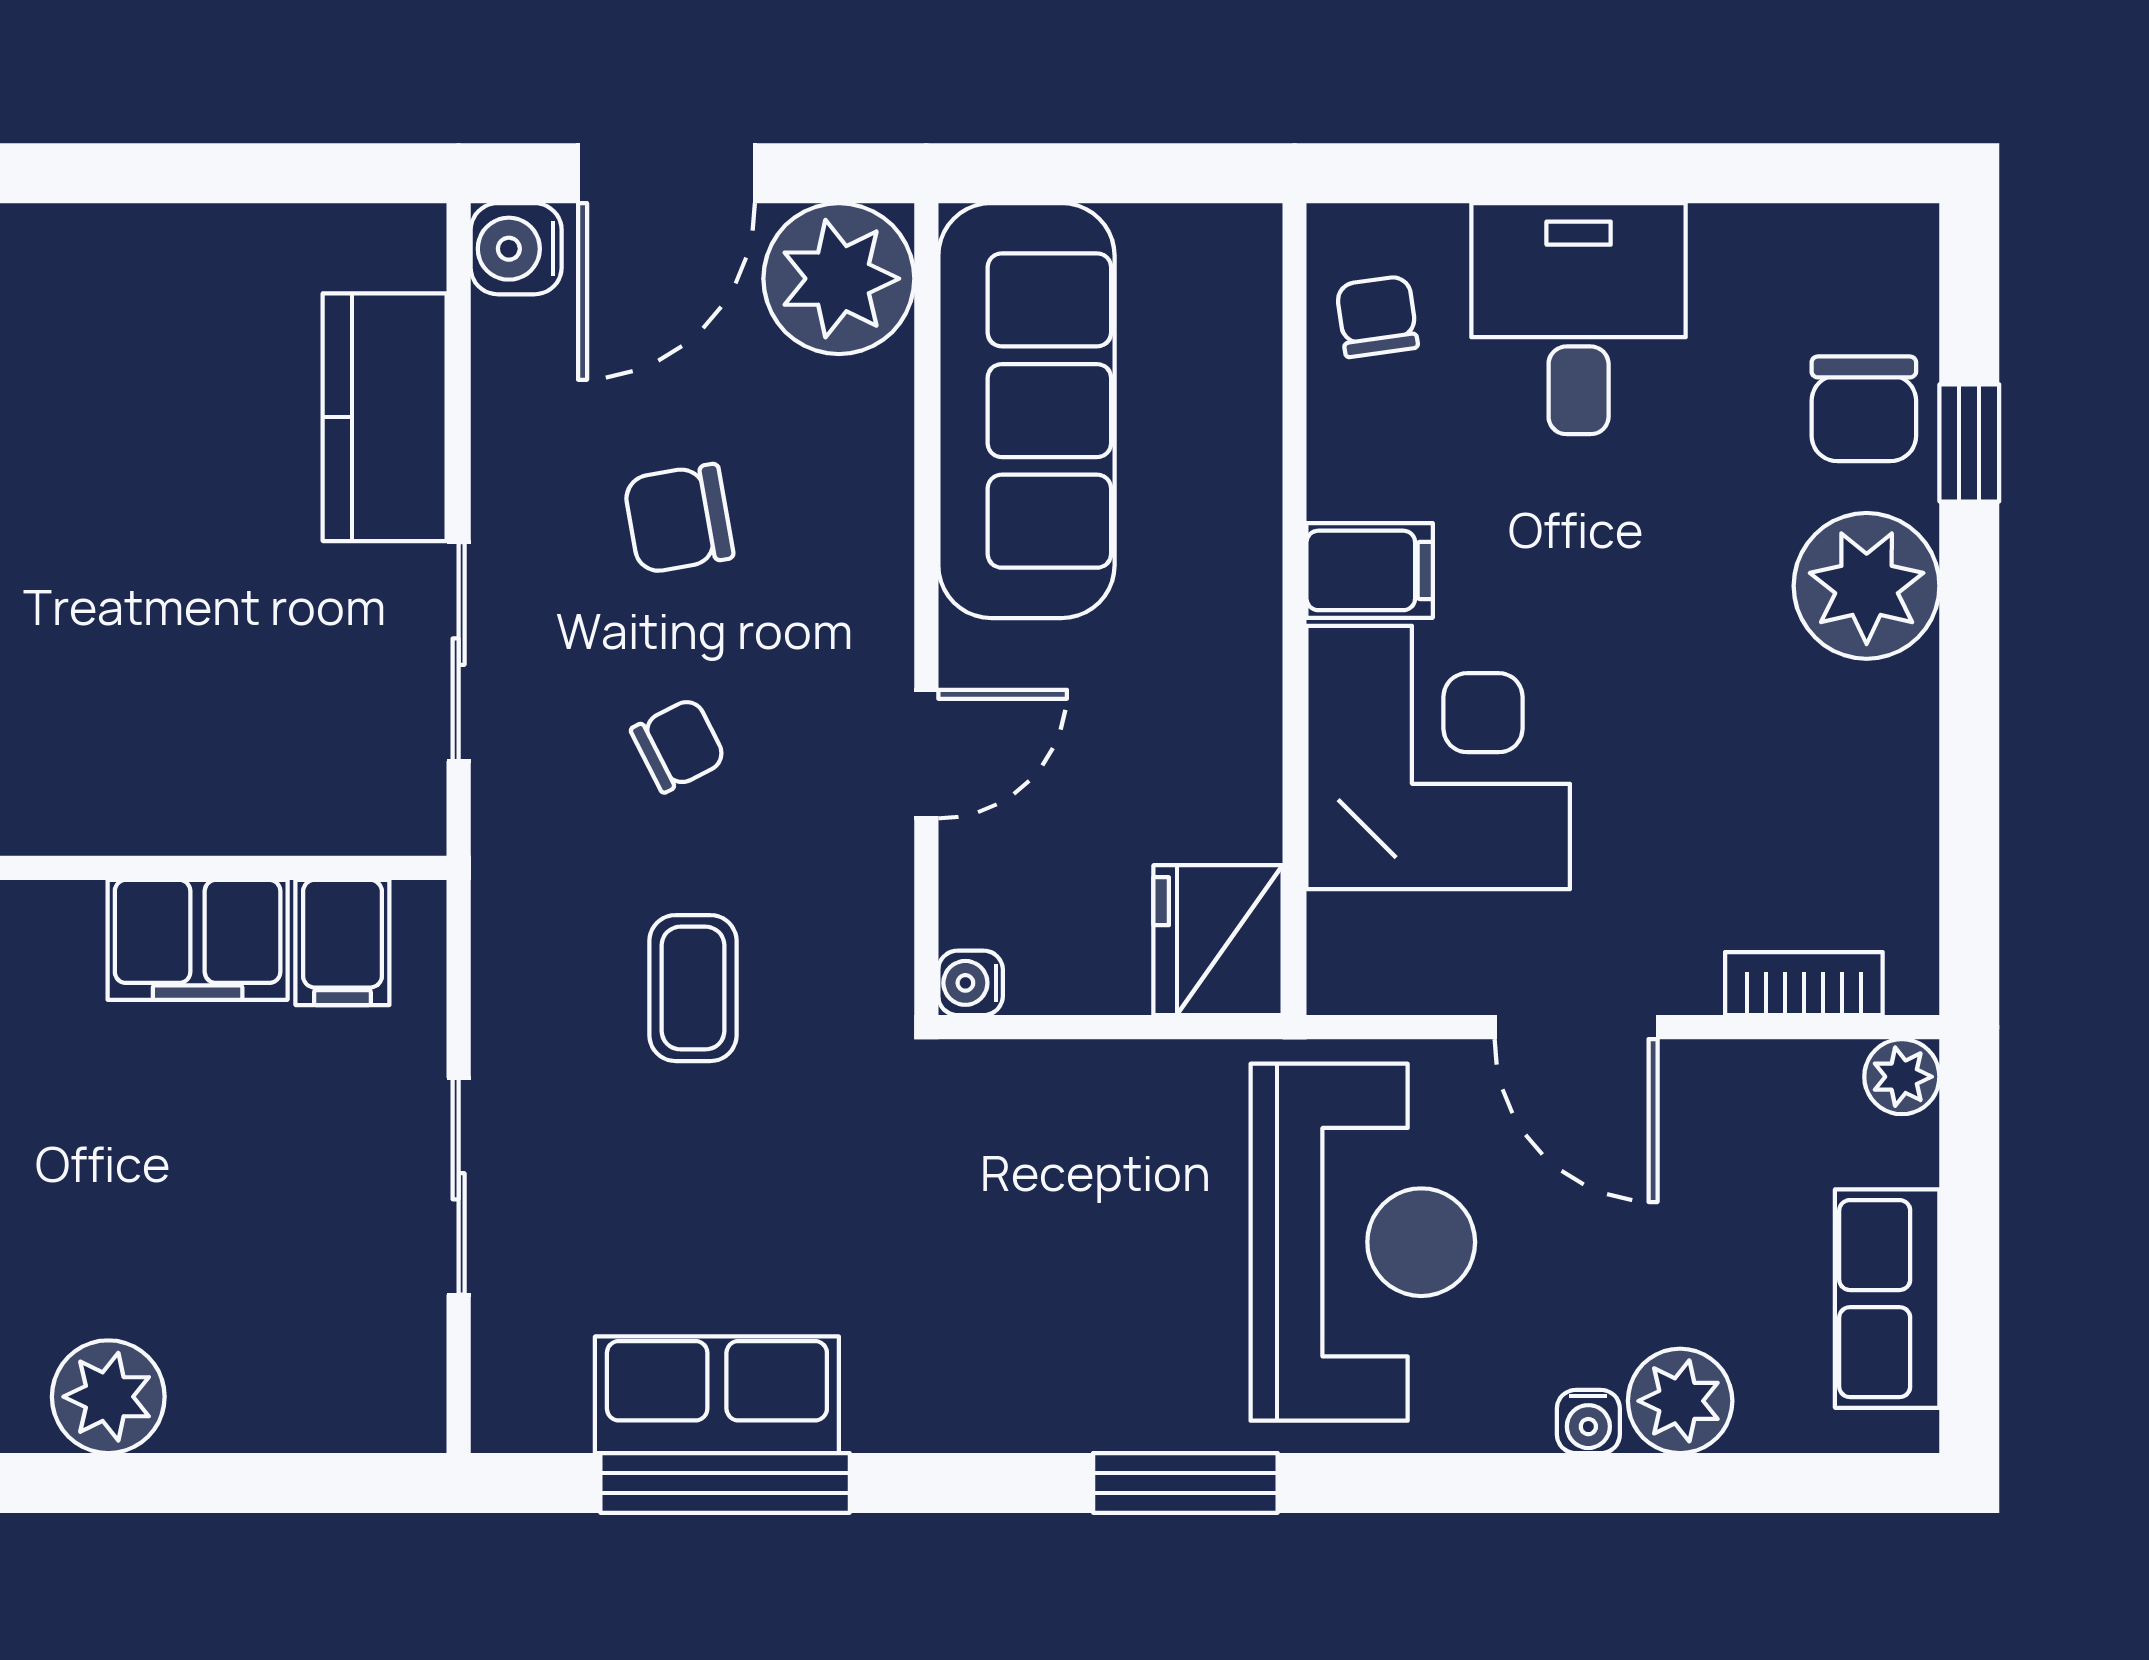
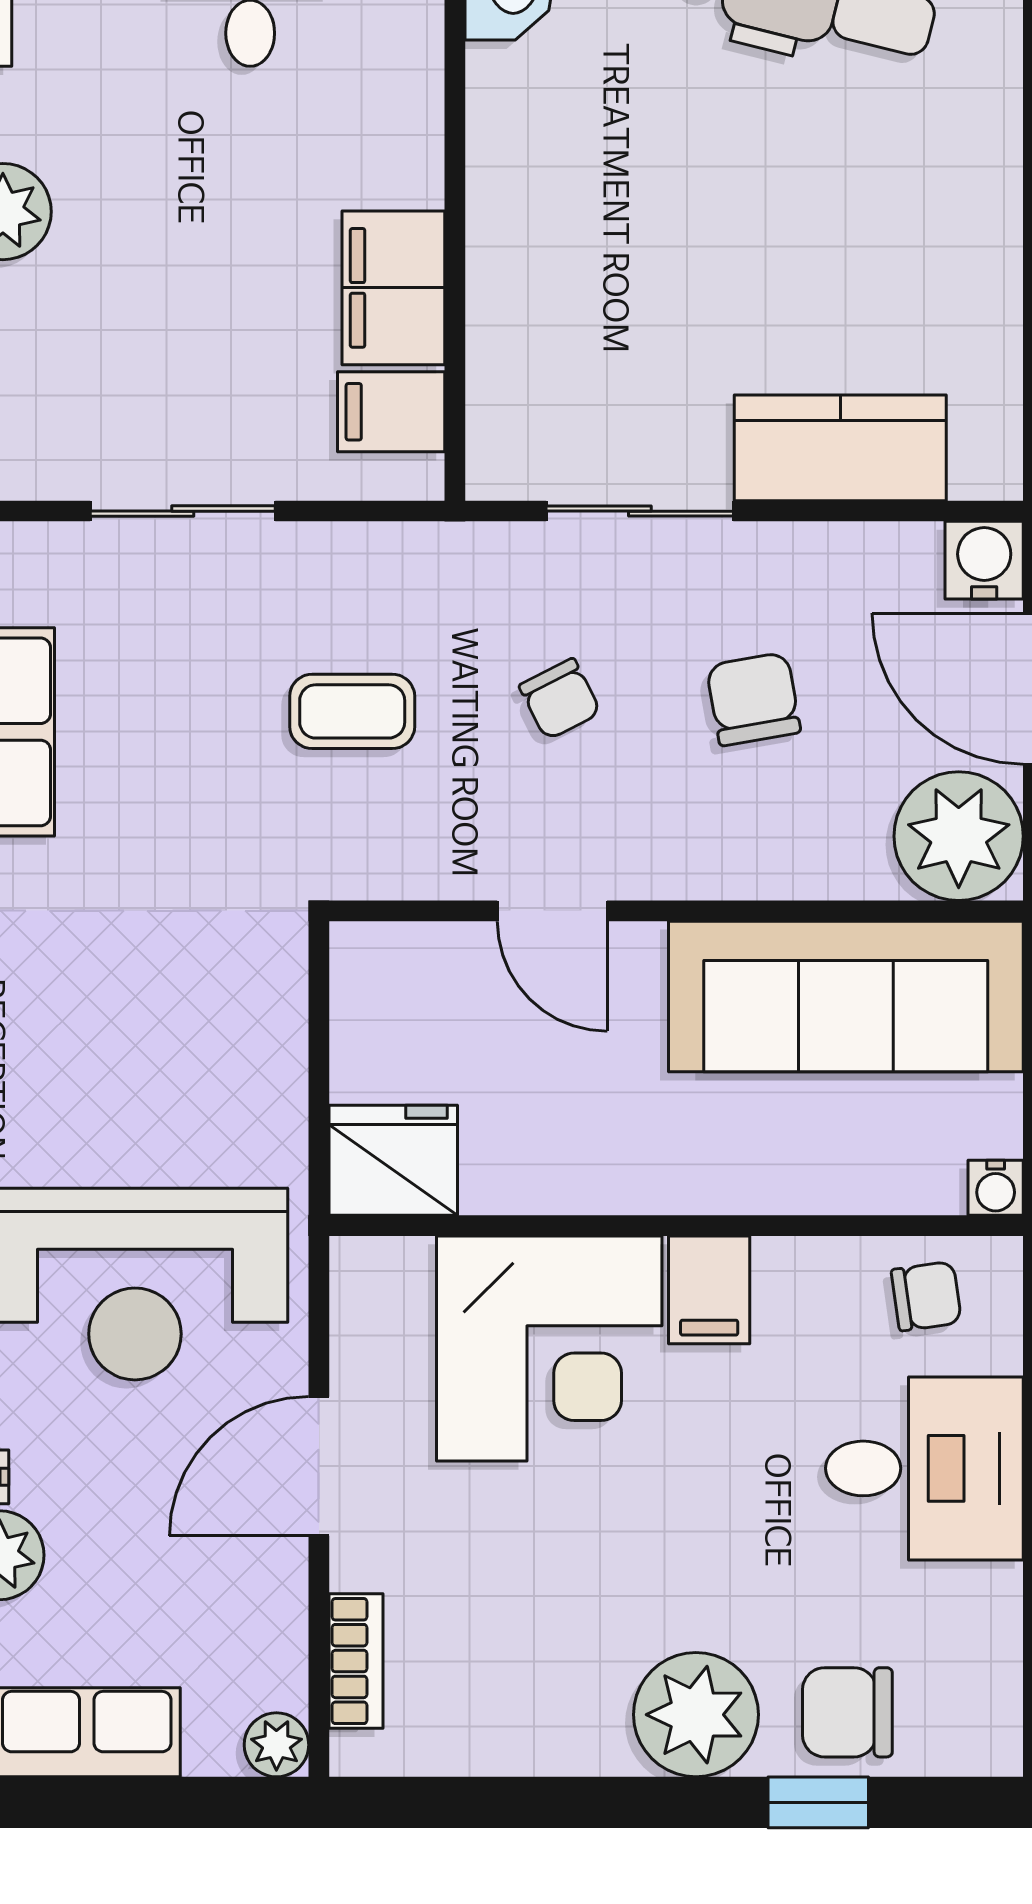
water cooler: (971, 983) -> (996, 1188), moved, turned 180

